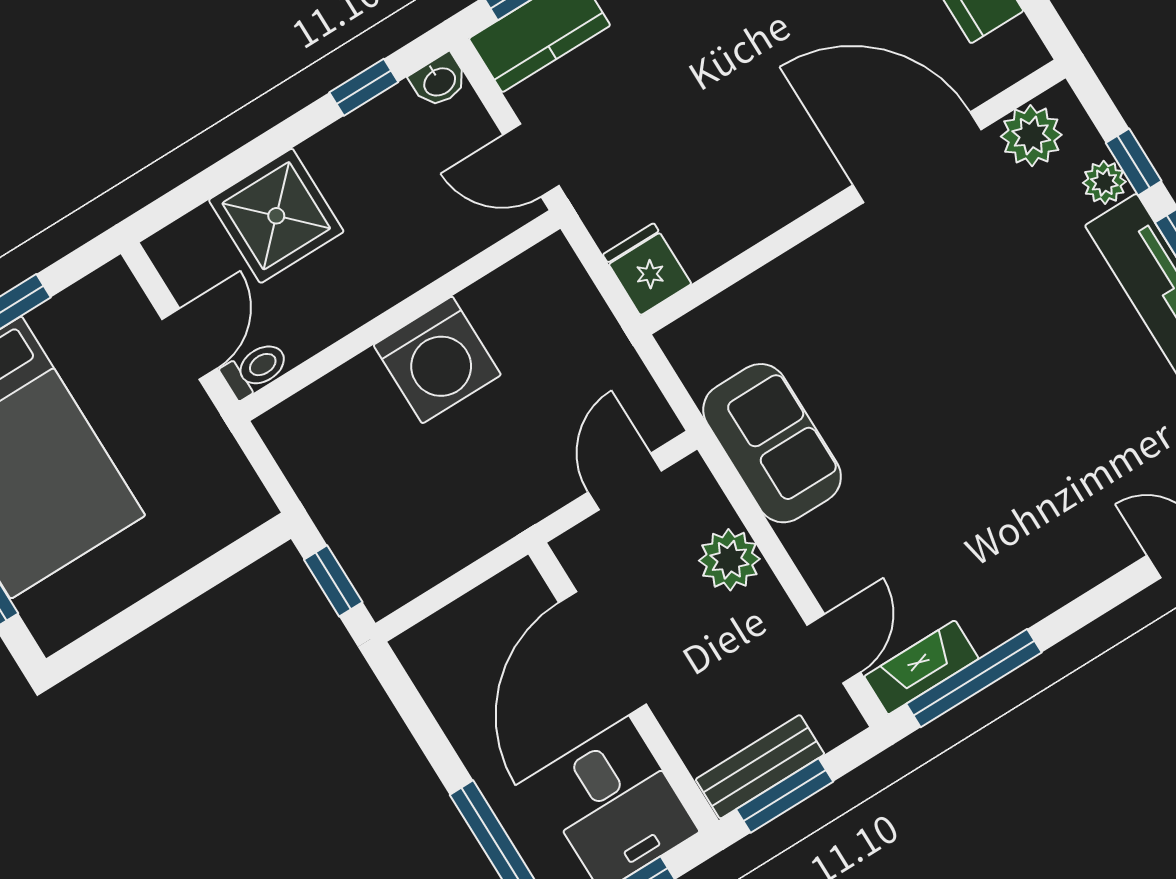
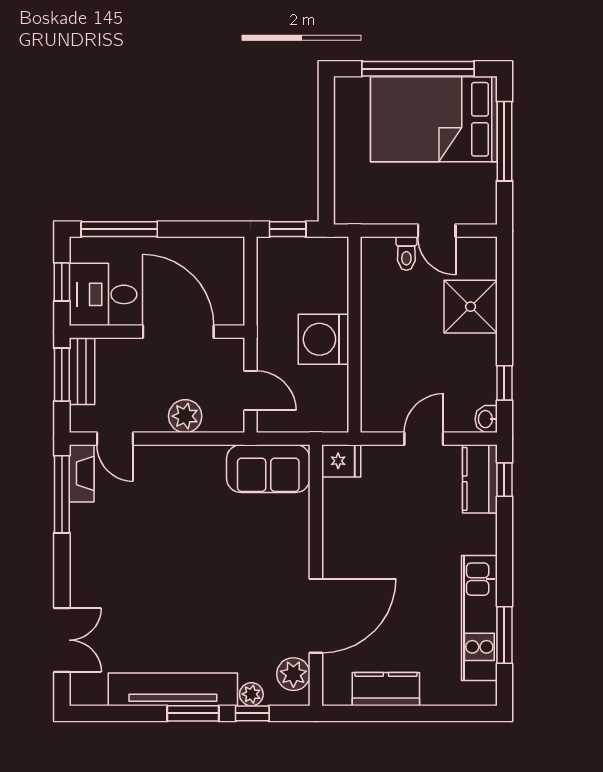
wall: (400, 315) -> (354, 335), moved
washing machine: (437, 360) -> (323, 339), moved
sofa: (772, 443) -> (268, 469), moved

